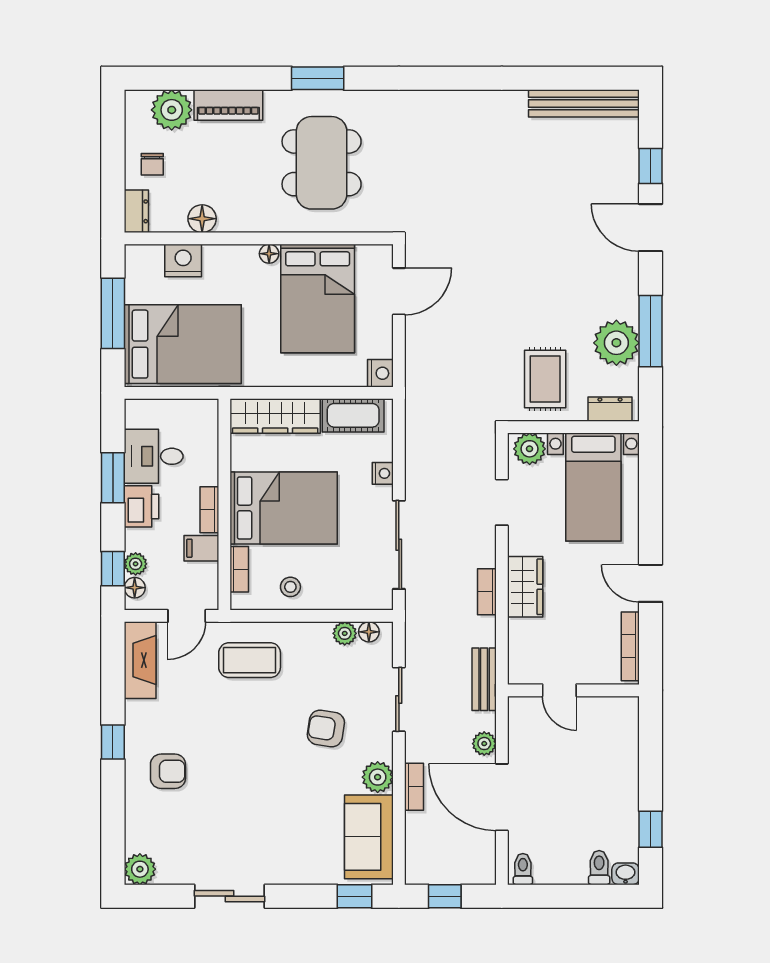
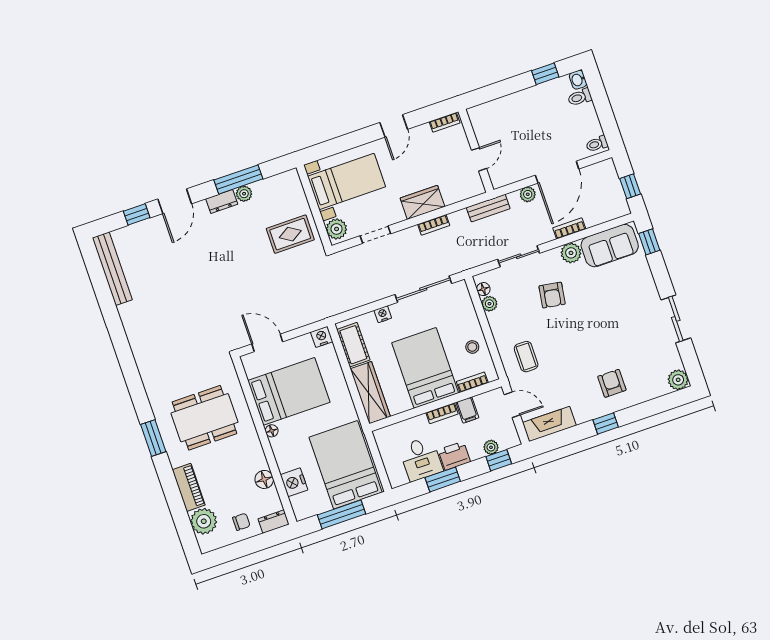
plant: (616, 343) -> (244, 194), width x0.53, depth x0.53
dresser: (610, 409) -> (222, 201), moved, turned -90
floor lamp: (135, 588) -> (506, 443), removed
bookcase: (630, 646) -> (445, 122), width x0.64
coffee table: (250, 660) -> (526, 357), width x0.73, depth x0.77

